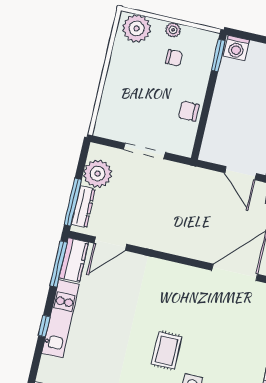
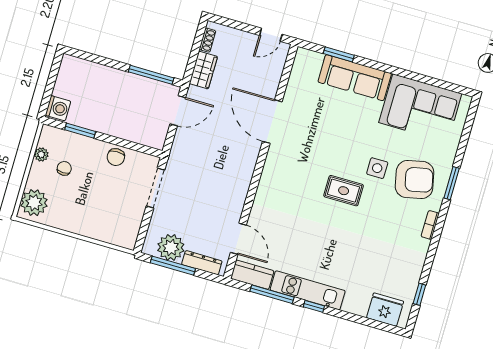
plant: (173, 30) -> (41, 154), moved
window: (218, 55) -> (80, 131), moved
doorway: (144, 151) -> (156, 188), moved
window: (73, 202) -> (173, 266), moved
window: (59, 264) -> (272, 294), moved

